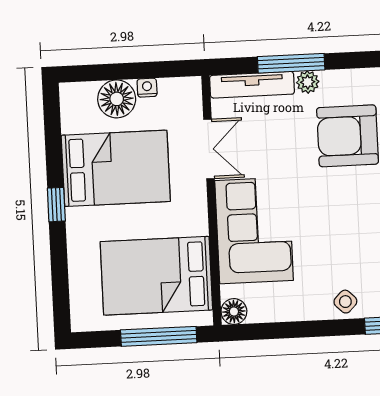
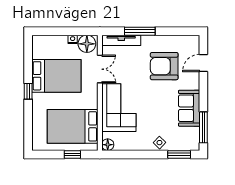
plant: (308, 82) -> (147, 40), removed
floor lamp: (117, 99) -> (87, 44), moved
window: (159, 336) -> (72, 154), width x0.46

